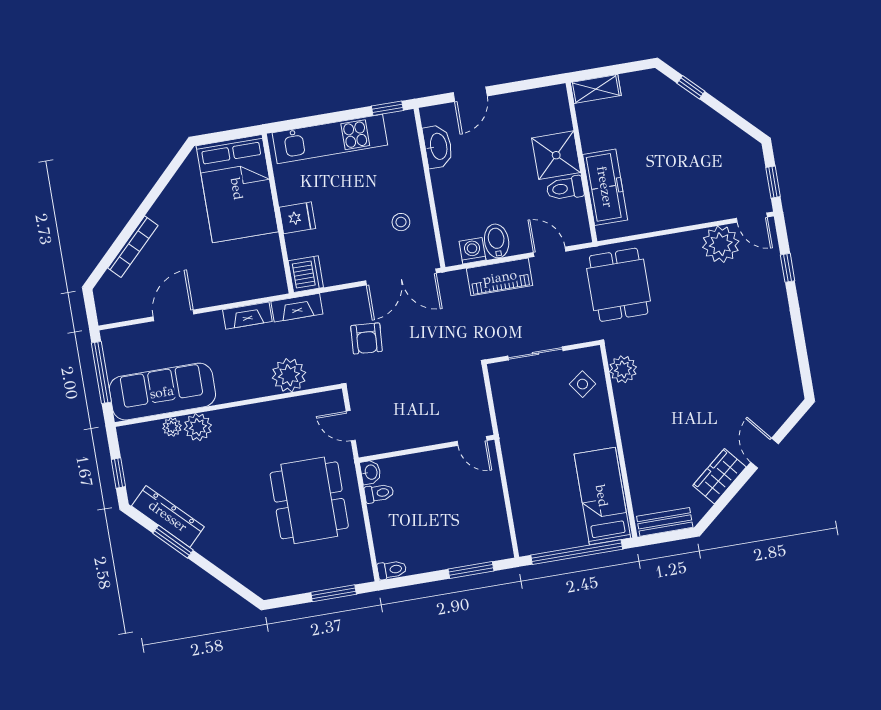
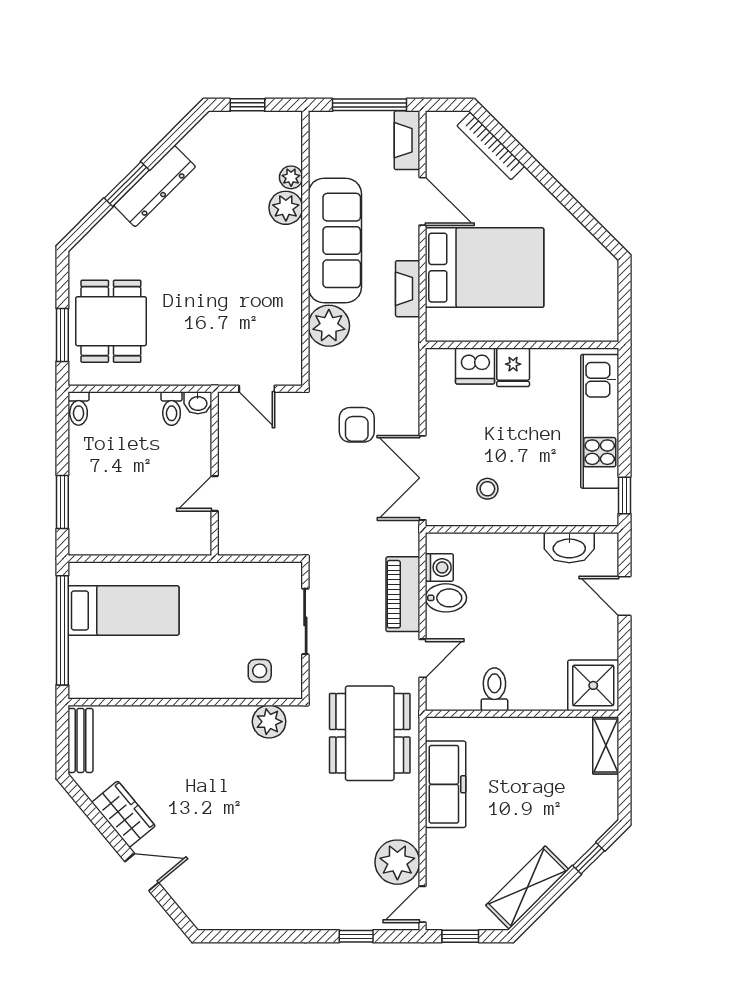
shelving: (724, 134) -> (527, 887), added
shower: (556, 155) -> (593, 685), moved
freezer: (605, 187) -> (446, 784), moved, turned -90
bed: (237, 189) -> (485, 268), moved, turned 180
bookcase: (133, 247) -> (491, 146), moved
dishwasher: (306, 274) -> (475, 366), moved
dining table: (619, 285) -> (370, 733), width x1.38
fireplace: (297, 308) -> (407, 140), moved
armchair: (367, 338) -> (357, 425), turned -94
side table: (583, 384) -> (260, 671), turned 36
sofa: (162, 392) -> (335, 240), moved
door: (351, 426) -> (257, 389), swing flipped
door: (472, 441) -> (215, 493), moved
bed: (602, 496) -> (124, 610), moved
dining table: (309, 500) -> (111, 321), moved, width x0.73
dresser: (168, 516) -> (155, 186), moved
window: (173, 542) -> (127, 184), moved

